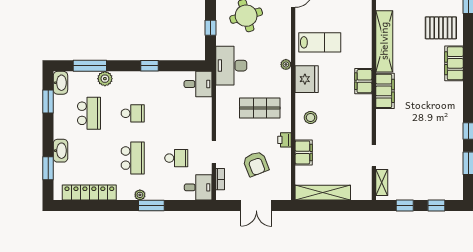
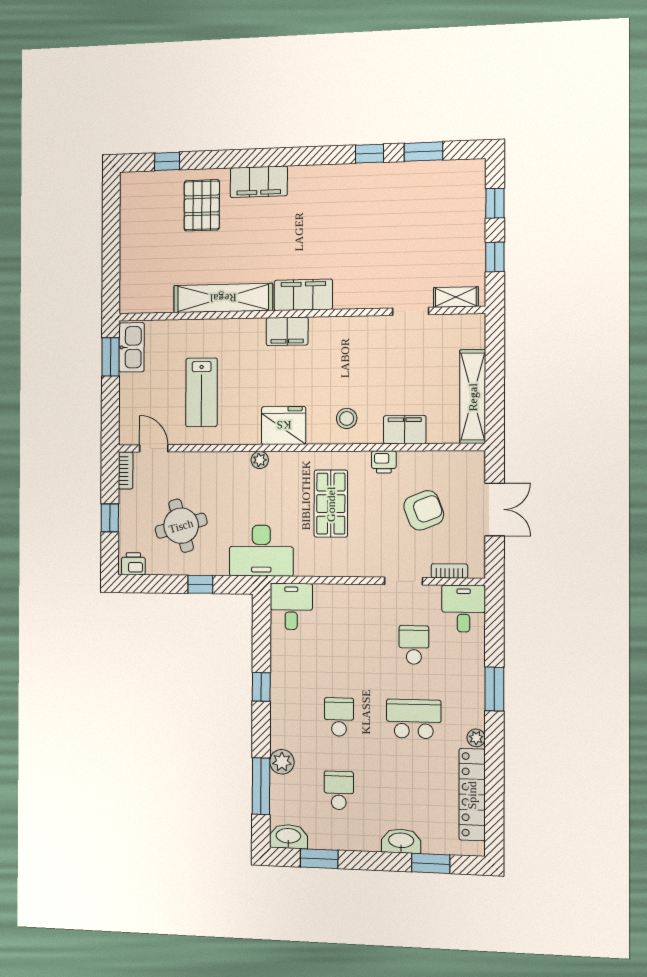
lab bench: (320, 42) -> (202, 392), moved, turned 180
school desk: (89, 113) -> (339, 790), width x0.54
plant: (140, 195) -> (476, 738), moved

